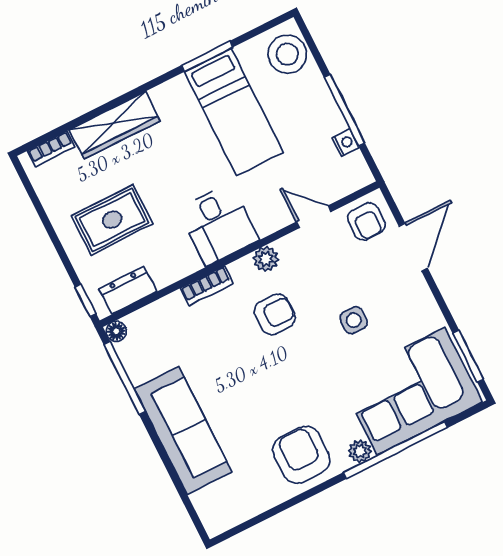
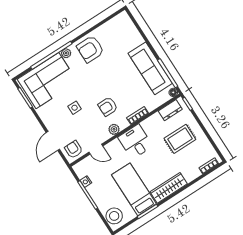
wardrobe: (115, 125) -> (169, 188), moved
sofa: (183, 430) -> (150, 68), moved
armchair: (301, 455) -> (90, 49), turned 90

